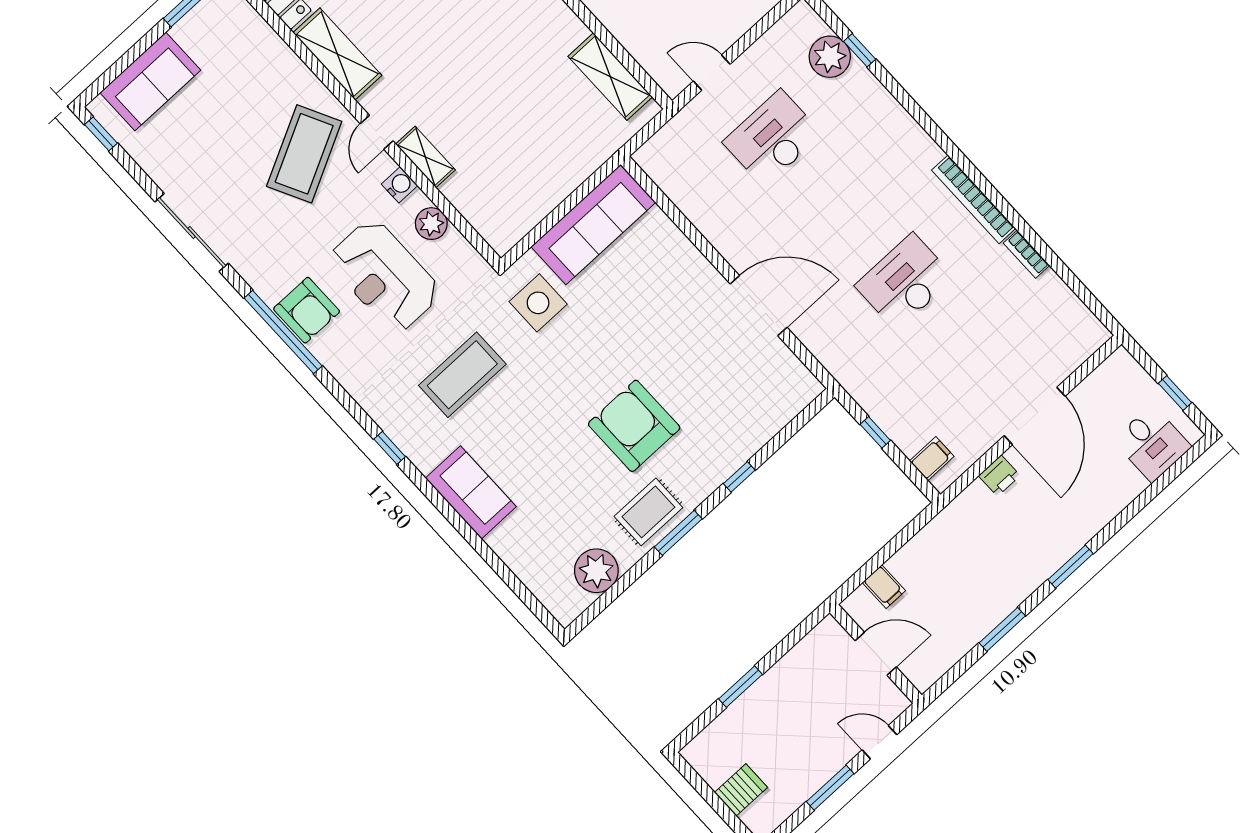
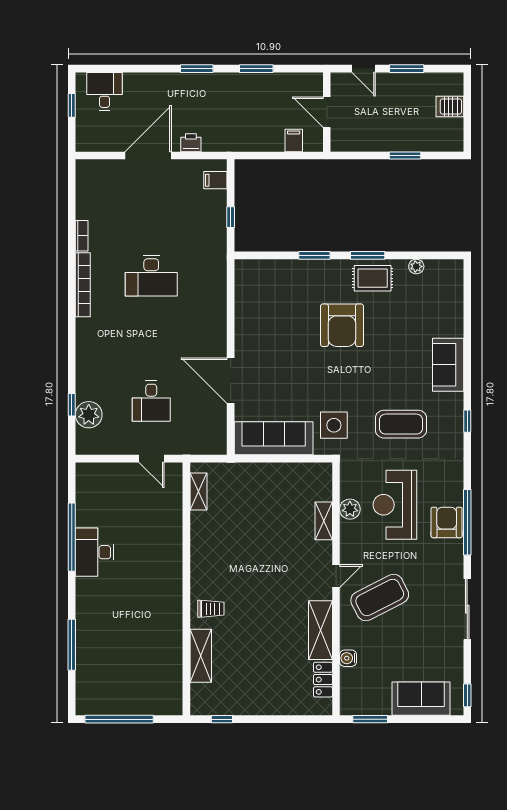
shelving: (610, 77) -> (198, 491), width x0.67, depth x0.75
desk: (772, 138) -> (151, 401), width x0.73
shelving: (425, 157) -> (324, 521), moved
water cooler: (400, 185) -> (348, 658), moved
reception desk: (384, 276) -> (395, 505), turned 180
door: (759, 306) -> (231, 381), moved
window: (739, 477) -> (314, 255), width x1.50
plant: (596, 571) -> (416, 266), width x0.53, depth x0.53

